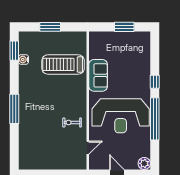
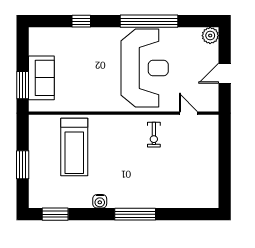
window: (124, 27) -> (23, 85), moved
water cooler: (24, 59) -> (100, 201), moved
sofa: (98, 75) -> (41, 78), moved, turned 90
window: (155, 82) -> (81, 21), moved

